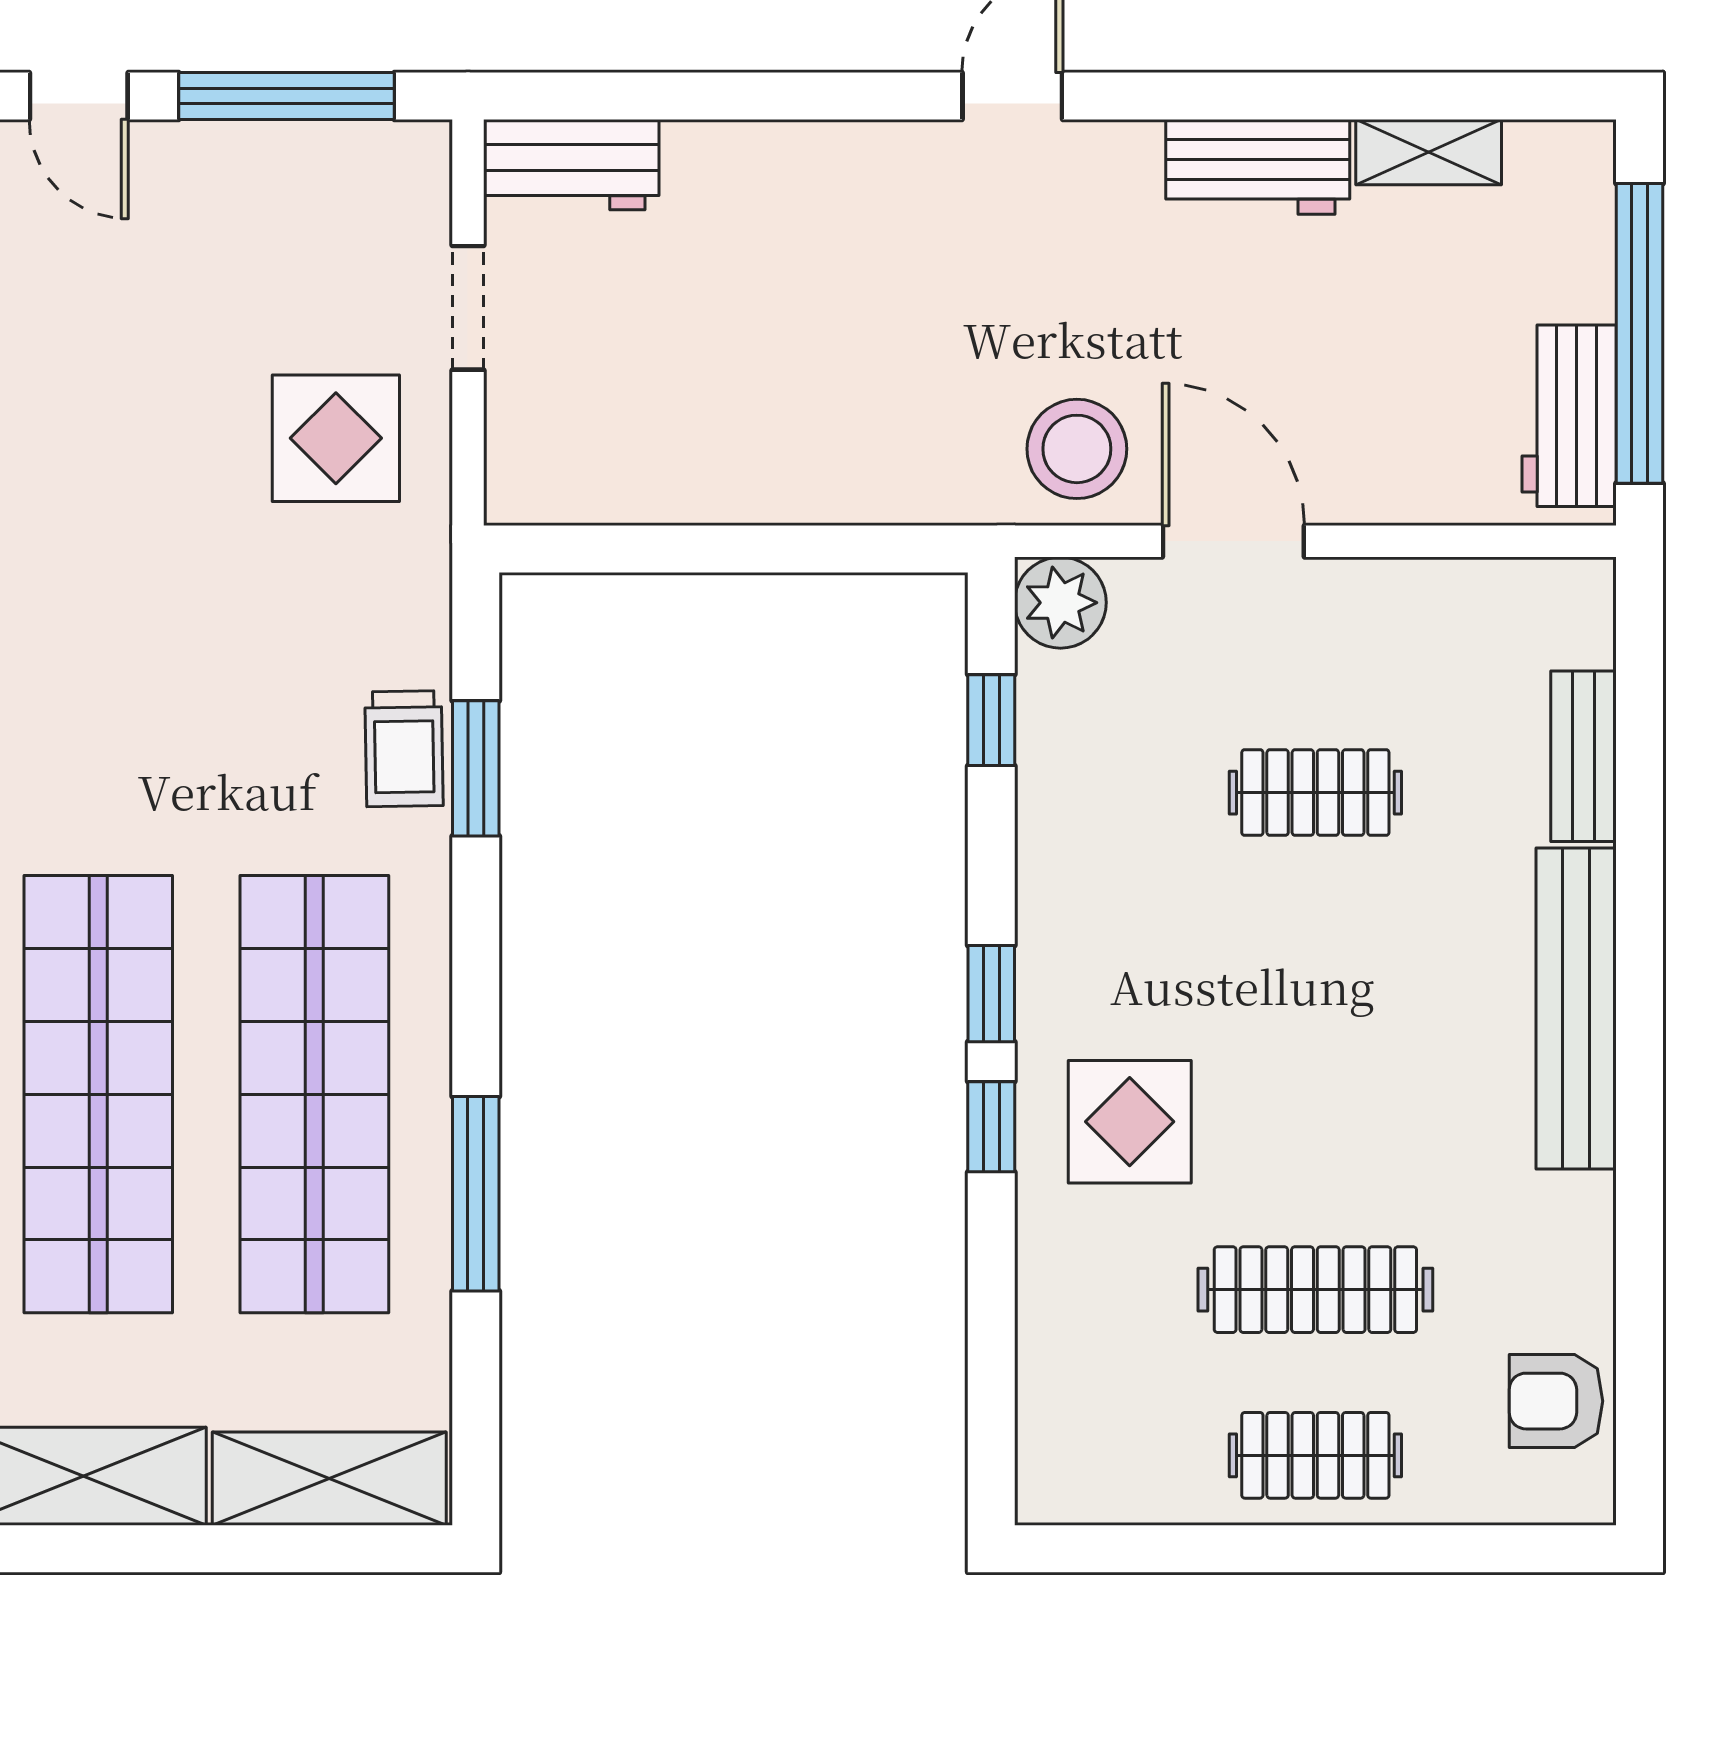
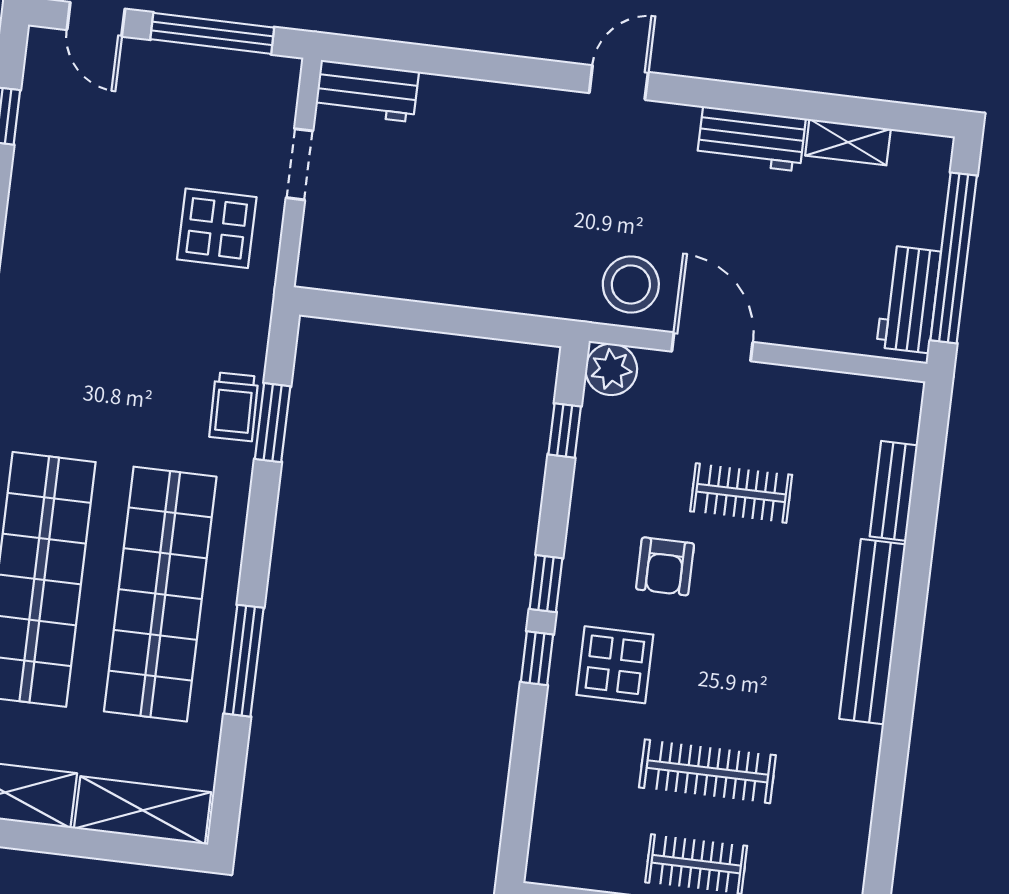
armchair: (1556, 1401) -> (665, 566), moved, turned -90

